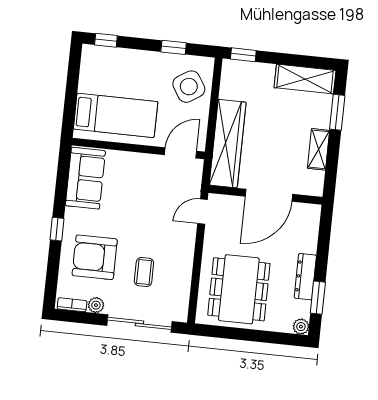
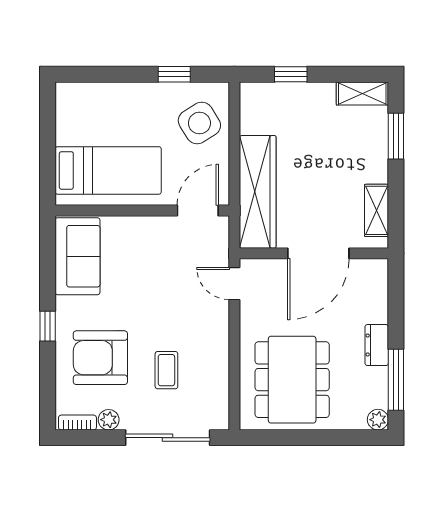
window: (106, 40) -> (85, 74), removed
window: (243, 55) -> (291, 74), moved
shelving: (305, 79) -> (362, 93), width x0.67, depth x0.75
shelving: (318, 149) -> (377, 210), moved
door: (203, 212) -> (234, 284), hinge flipped
dresser: (305, 277) -> (377, 345), width x0.70
window: (318, 298) -> (396, 380), width x1.44

